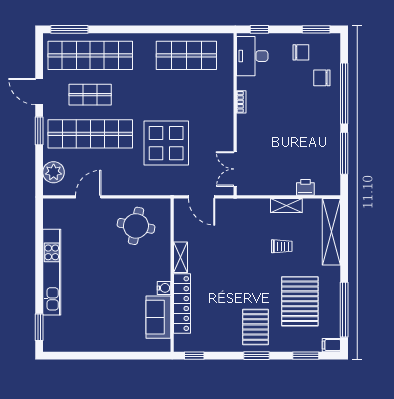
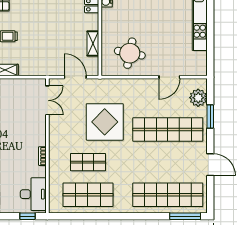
shop shelf: (90, 95) -> (88, 162), moved
window: (39, 131) -> (210, 117), moved
shelving: (181, 257) -> (93, 44), moved

